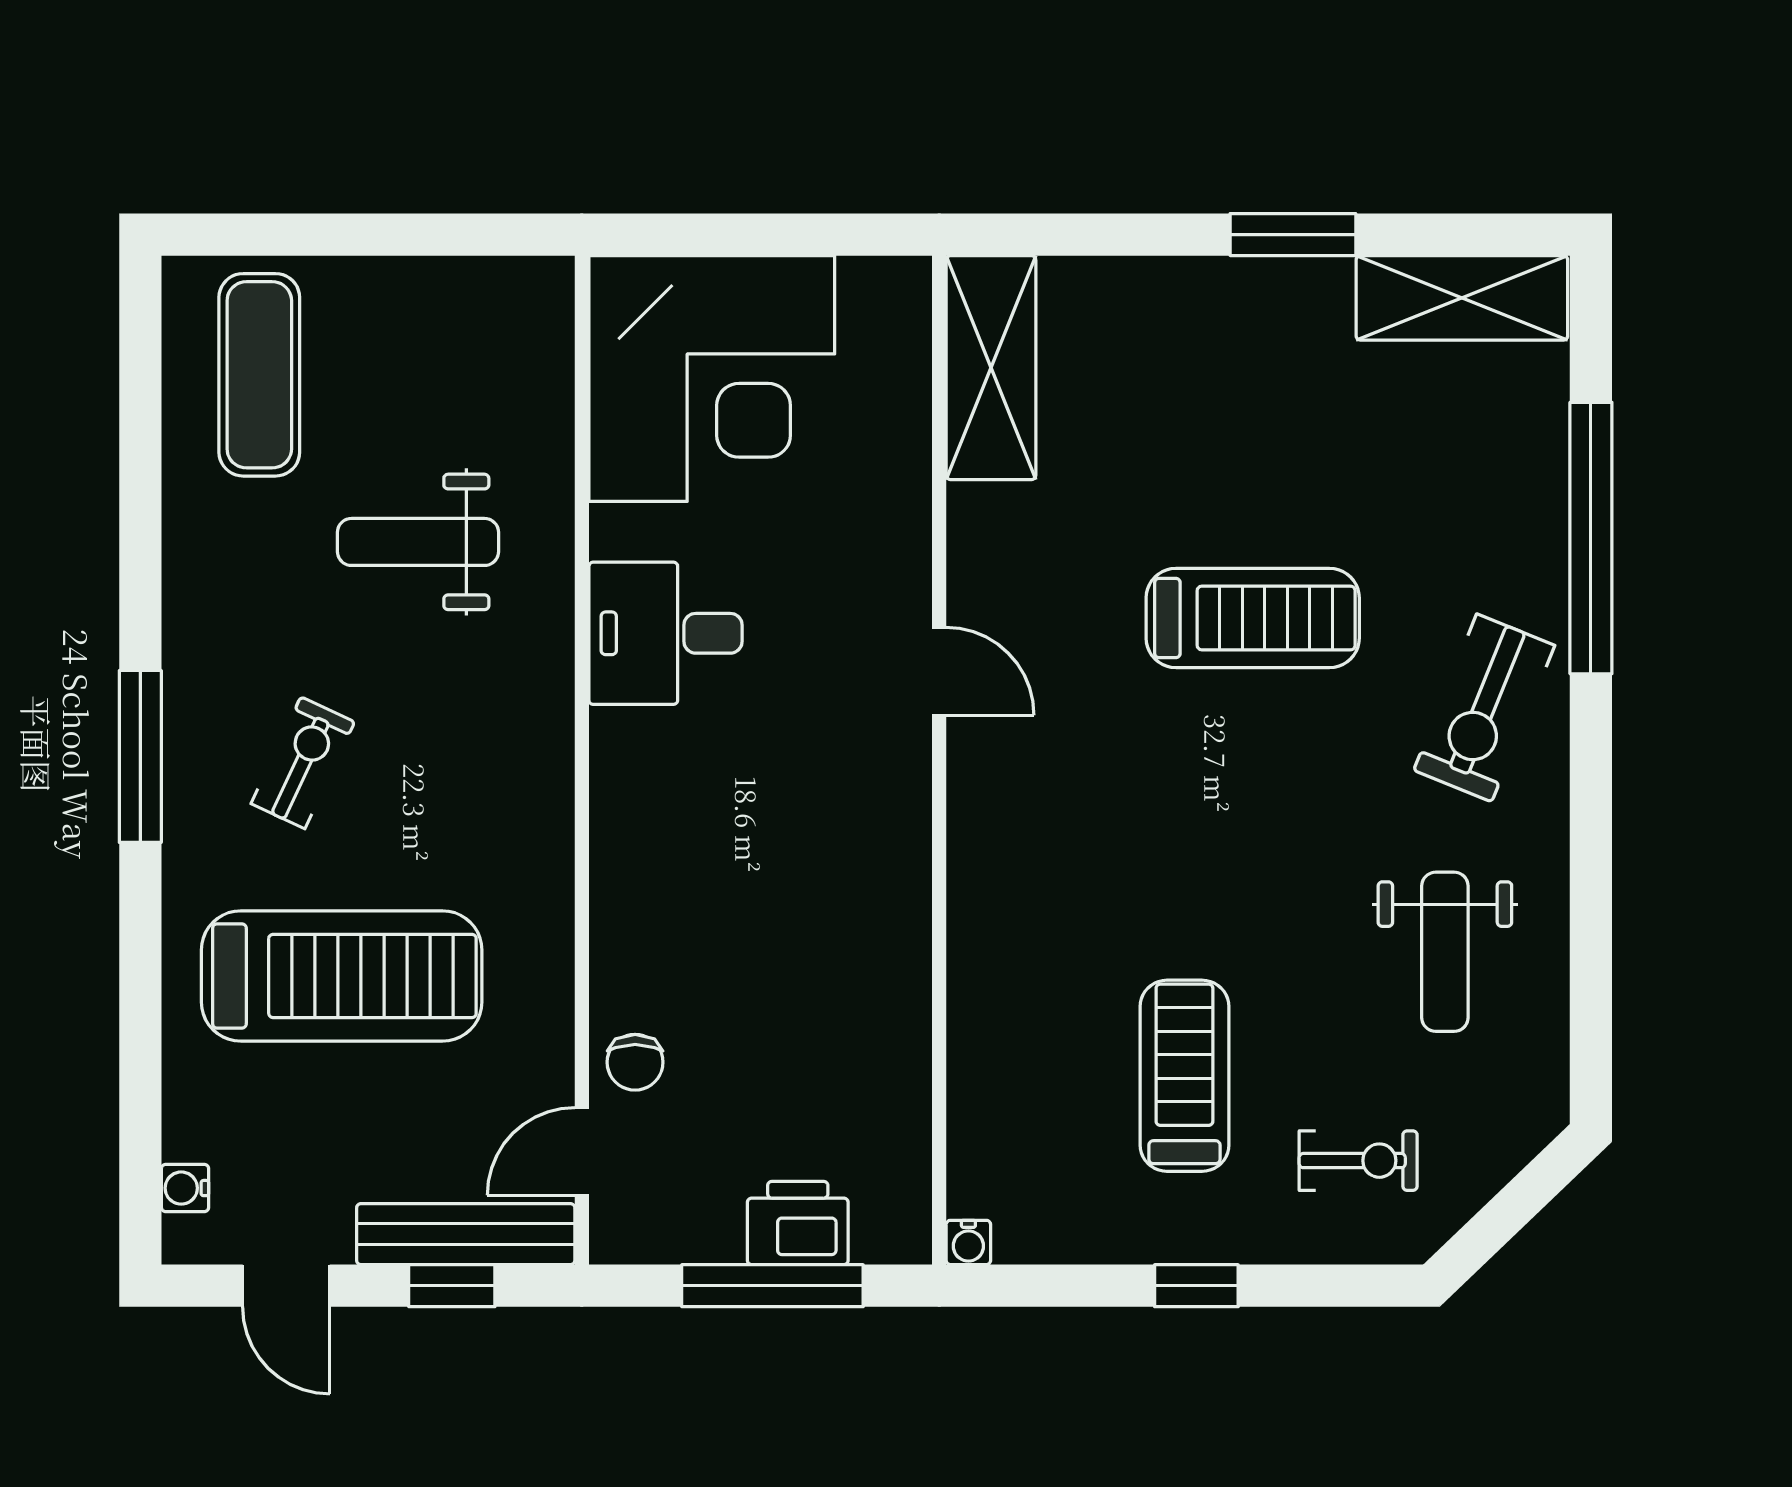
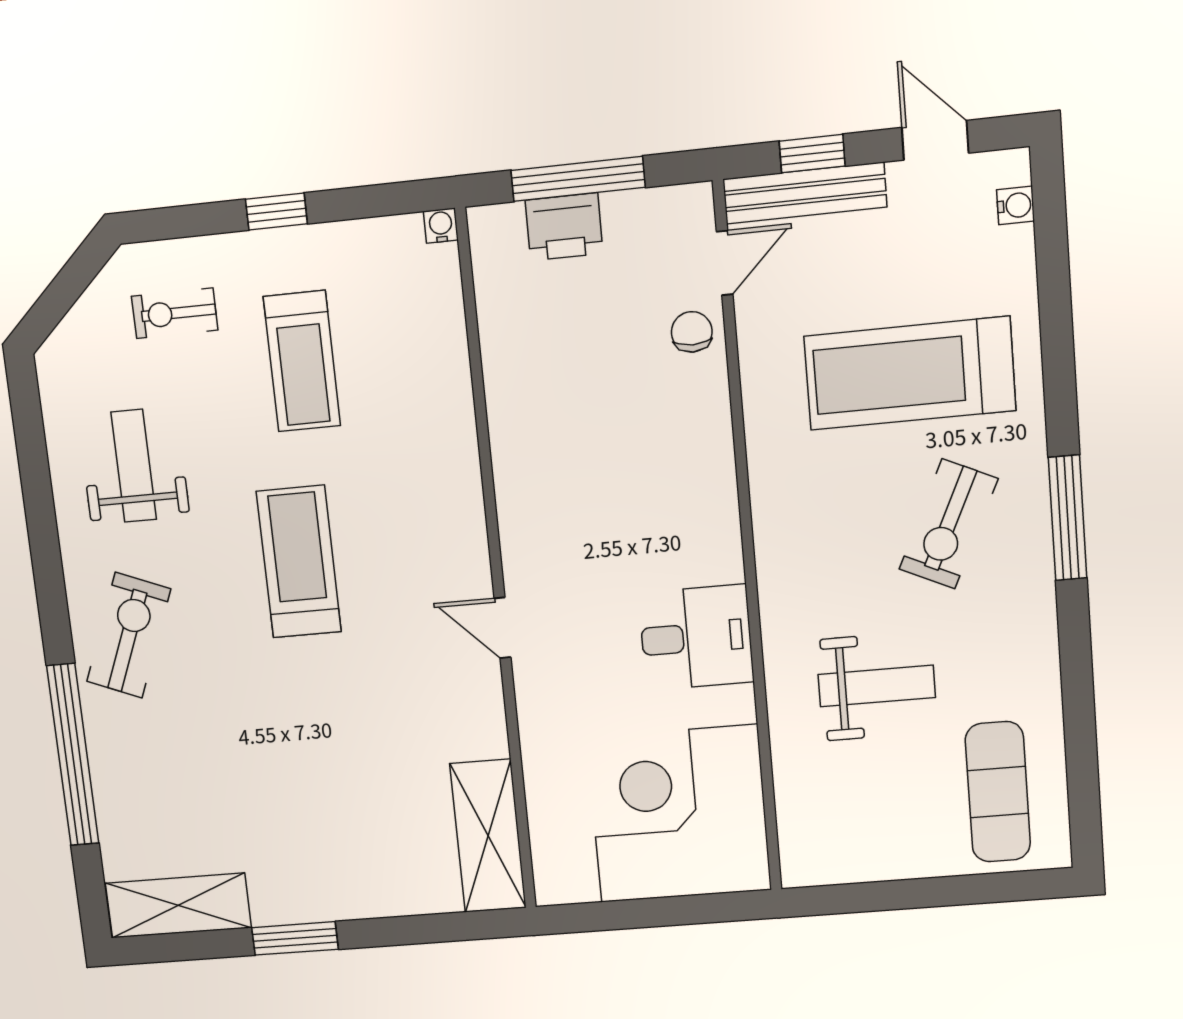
treadmill: (1253, 618) -> (299, 562), moved, turned 90
exercise bike: (303, 763) -> (949, 524), width x1.38, depth x1.39

